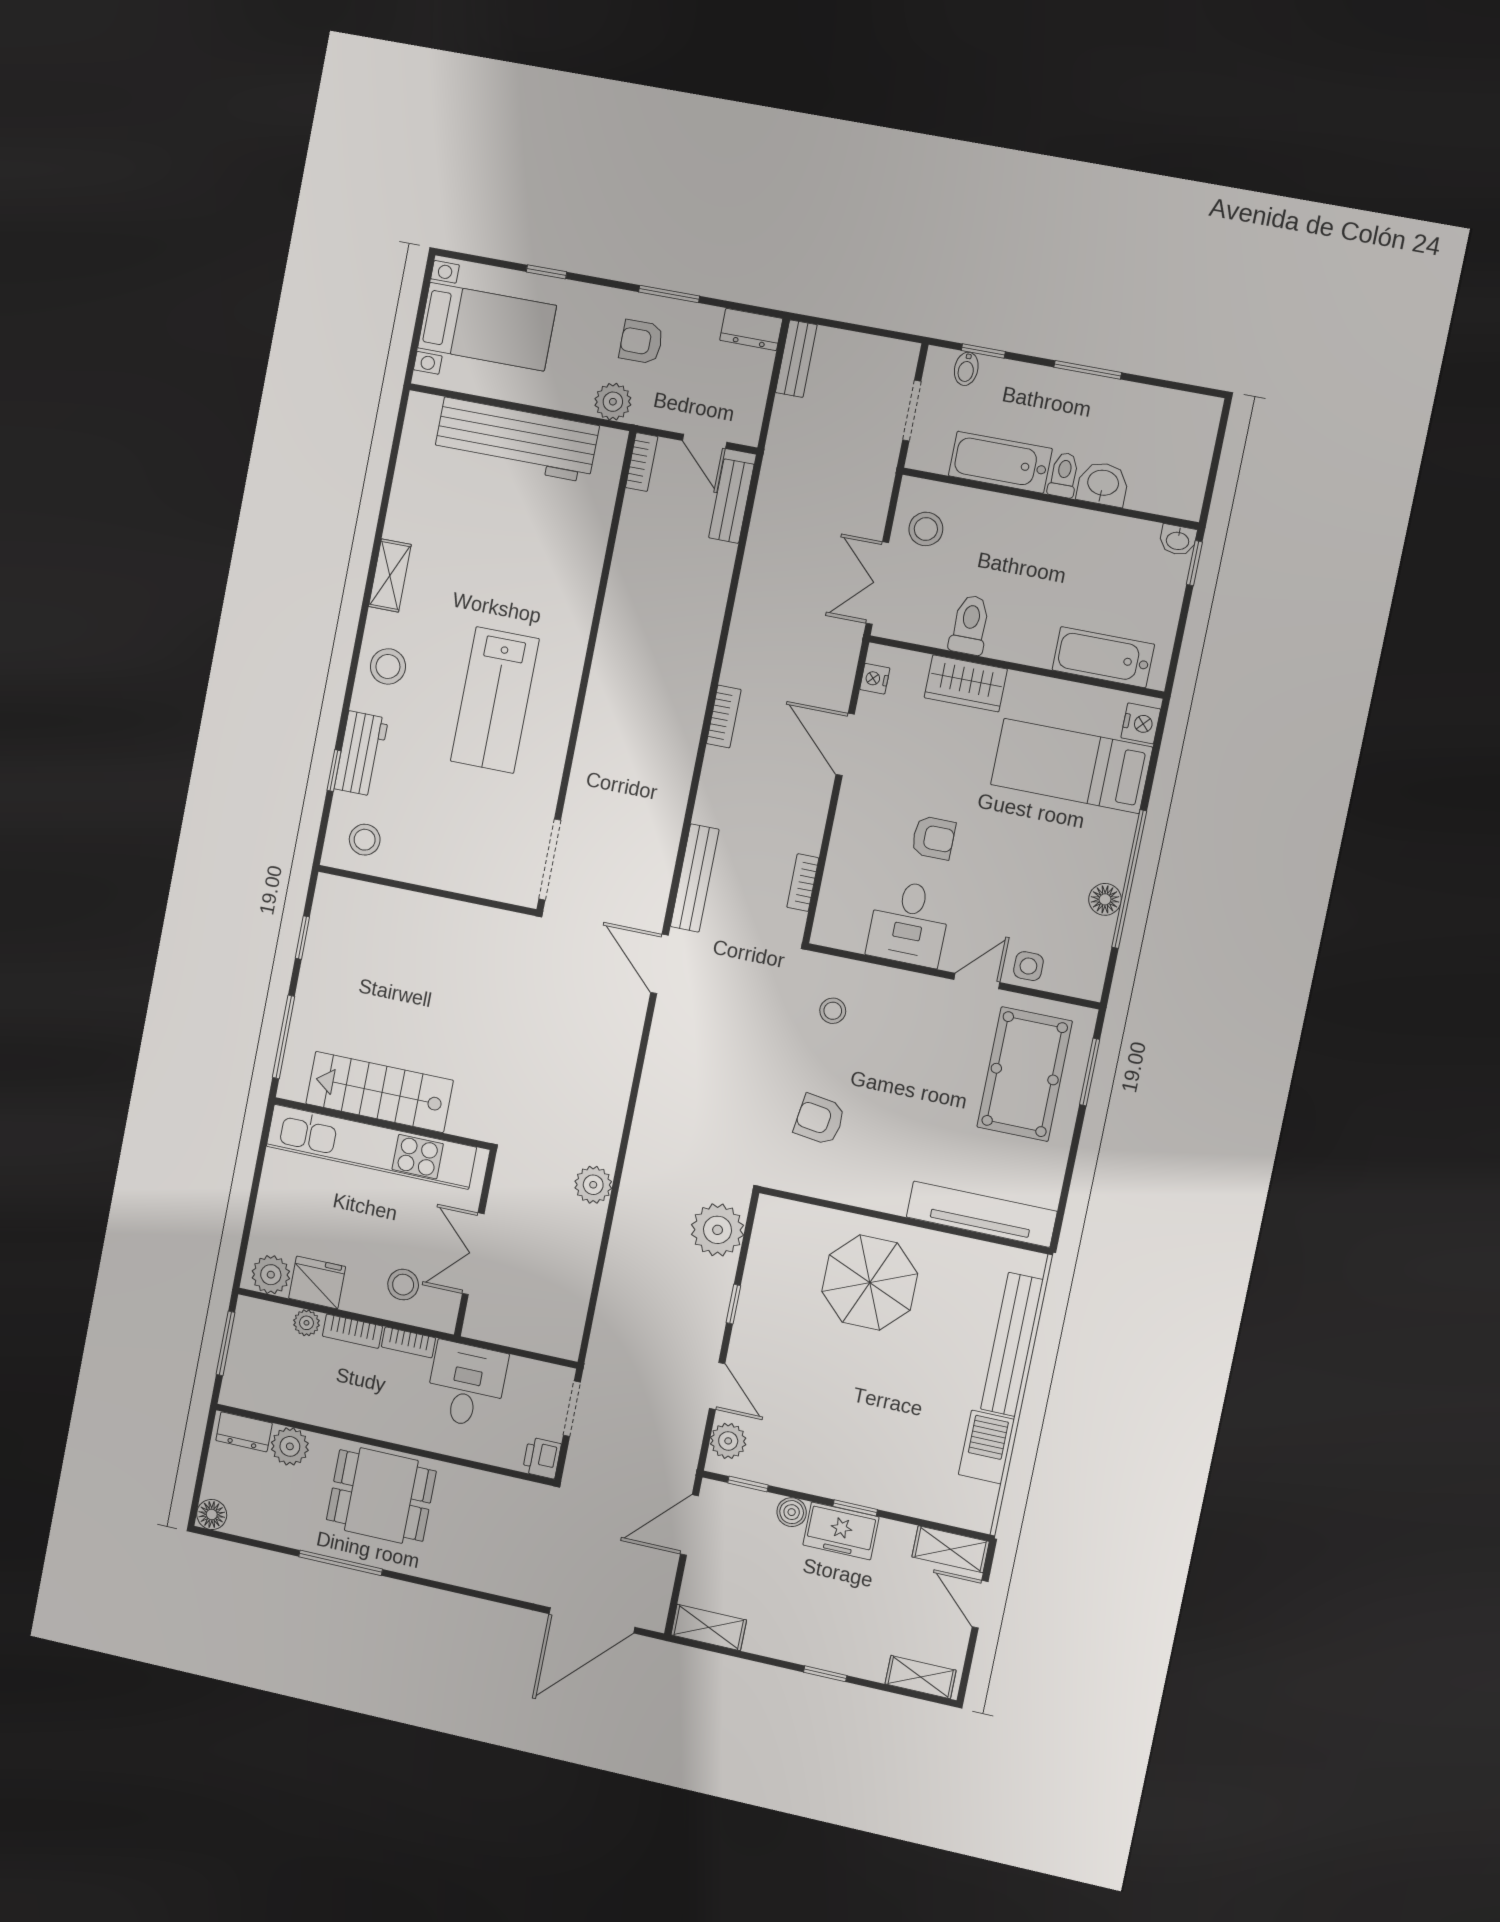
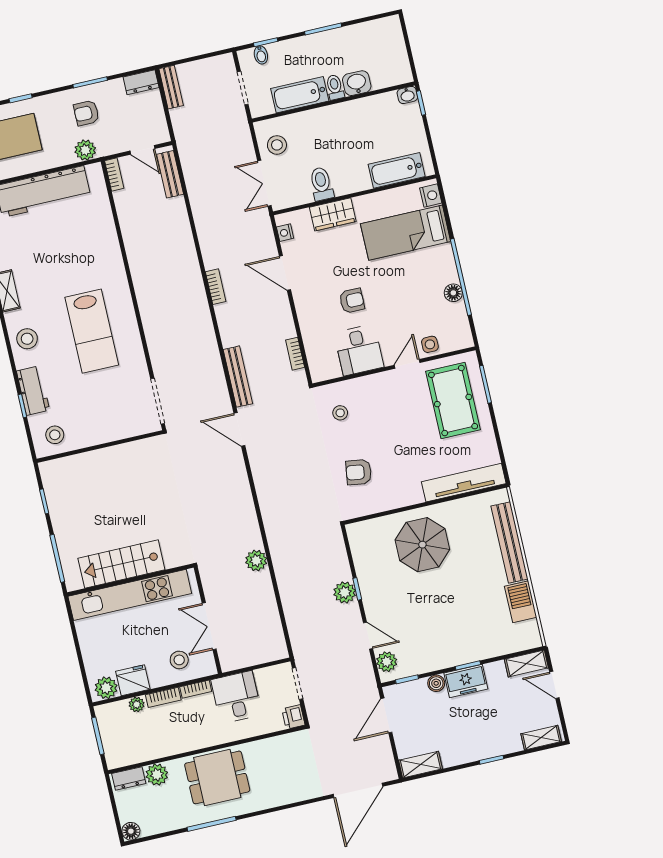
plant: (718, 1230) -> (345, 592), moved, width x0.73, depth x0.73

